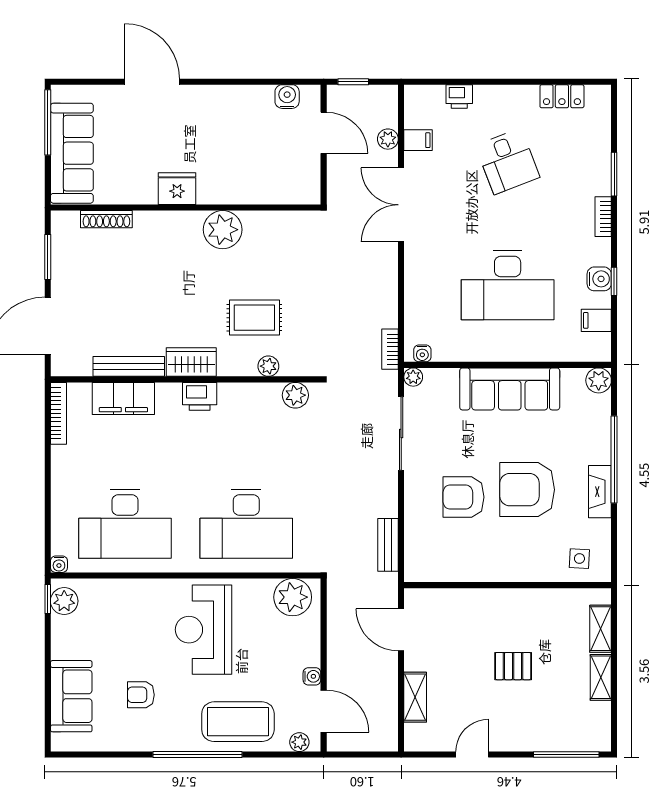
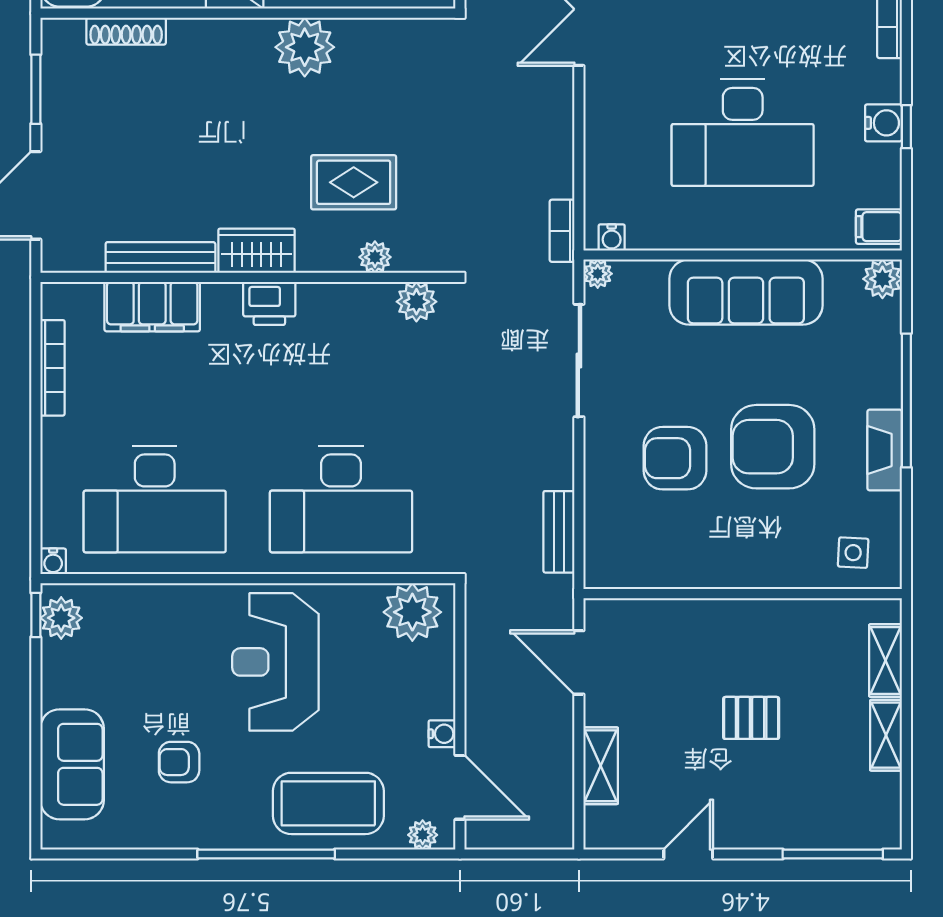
filing cabinet: (596, 320) -> (879, 227), moved
bookcase: (59, 413) -> (52, 368), moved

